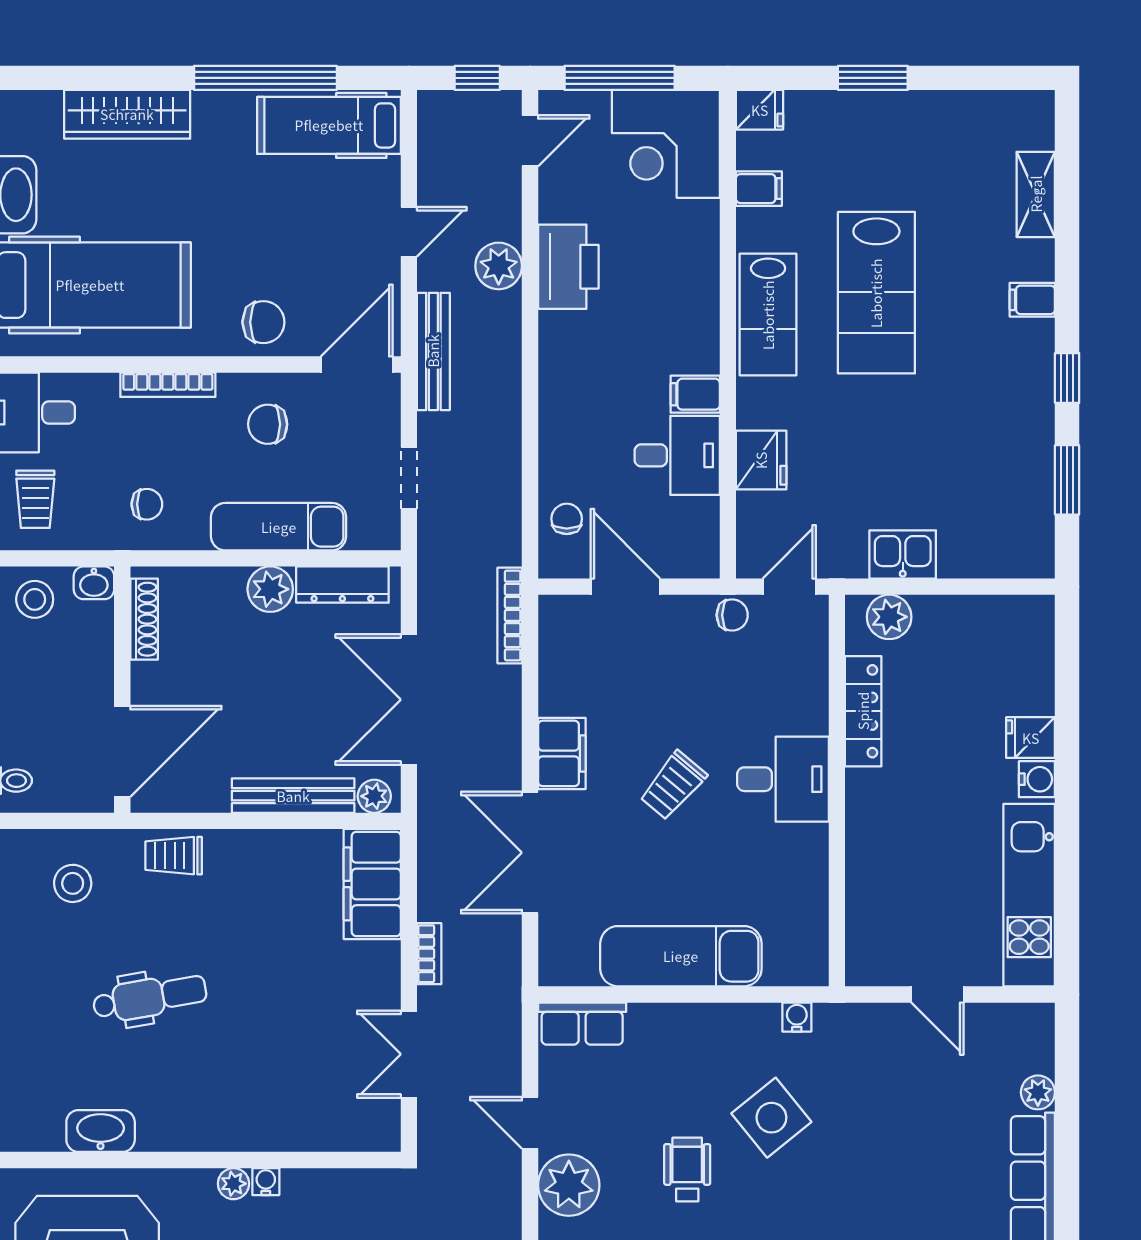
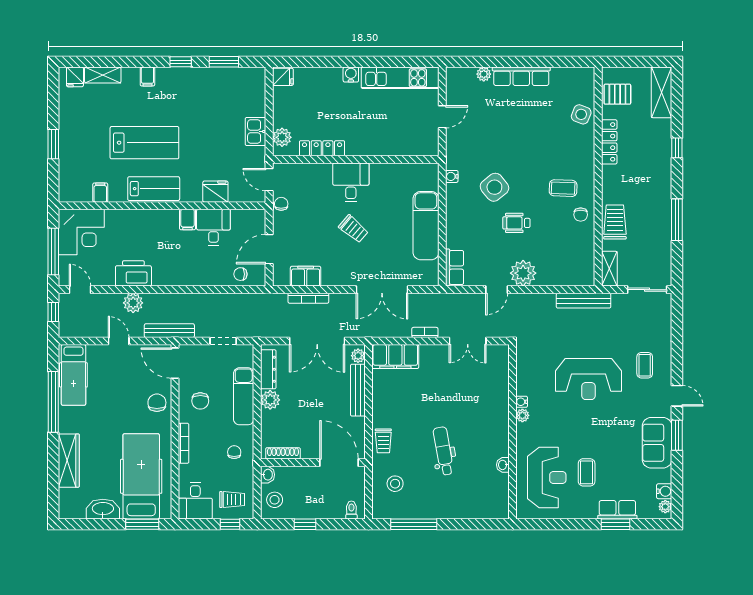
fridge: (760, 110) -> (75, 77), moved, turned 180
bookcase: (510, 615) -> (308, 298), moved
fridge: (1031, 738) -> (283, 77), moved, turned -90
filing cabinet: (562, 753) -> (306, 276), moved
washbasin: (101, 1131) -> (503, 465), width x0.52, depth x0.69

